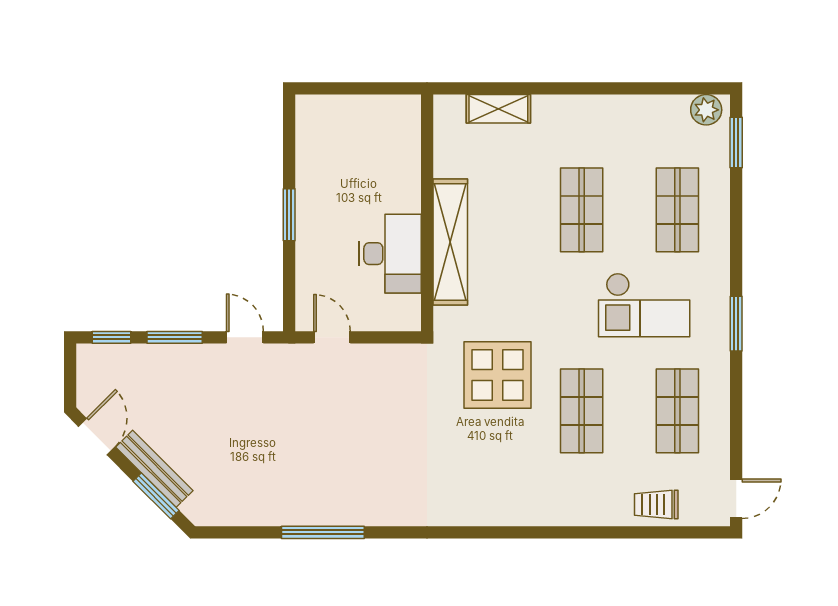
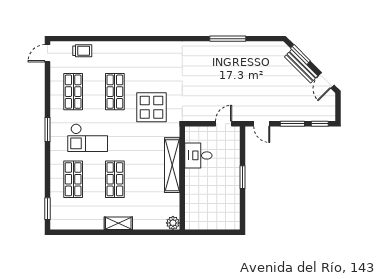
shelving: (498, 109) -> (118, 223), moved
plant: (706, 110) -> (173, 223), moved
desk: (390, 254) -> (198, 155), width x0.73
checkout: (644, 305) -> (88, 138), turned 180
door: (332, 337) -> (224, 124), swing flipped

